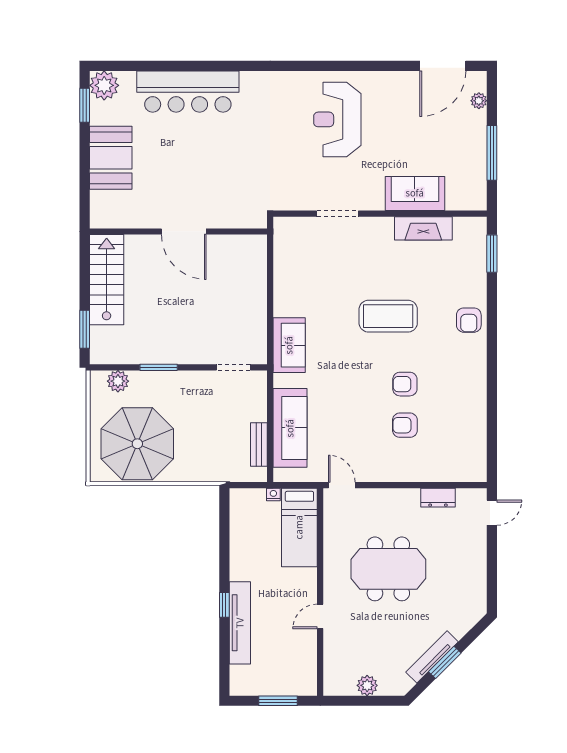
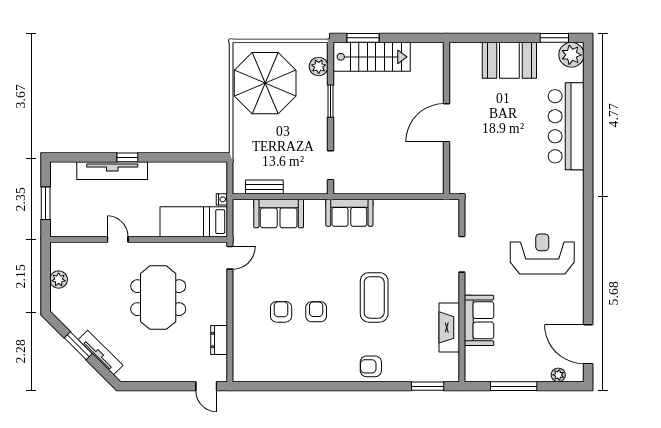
stairs: (107, 280) -> (372, 57), moved
sofa: (290, 428) -> (279, 214), width x0.73
tv unit: (432, 657) -> (101, 352), moved

